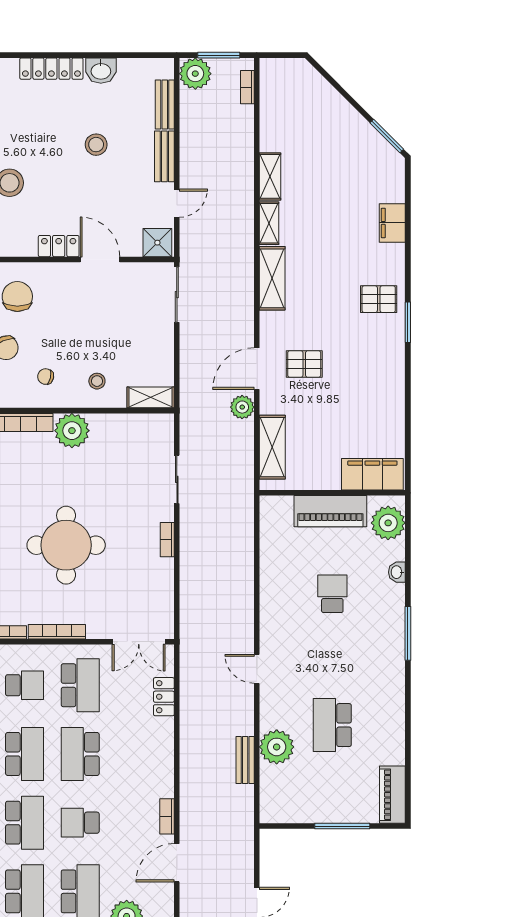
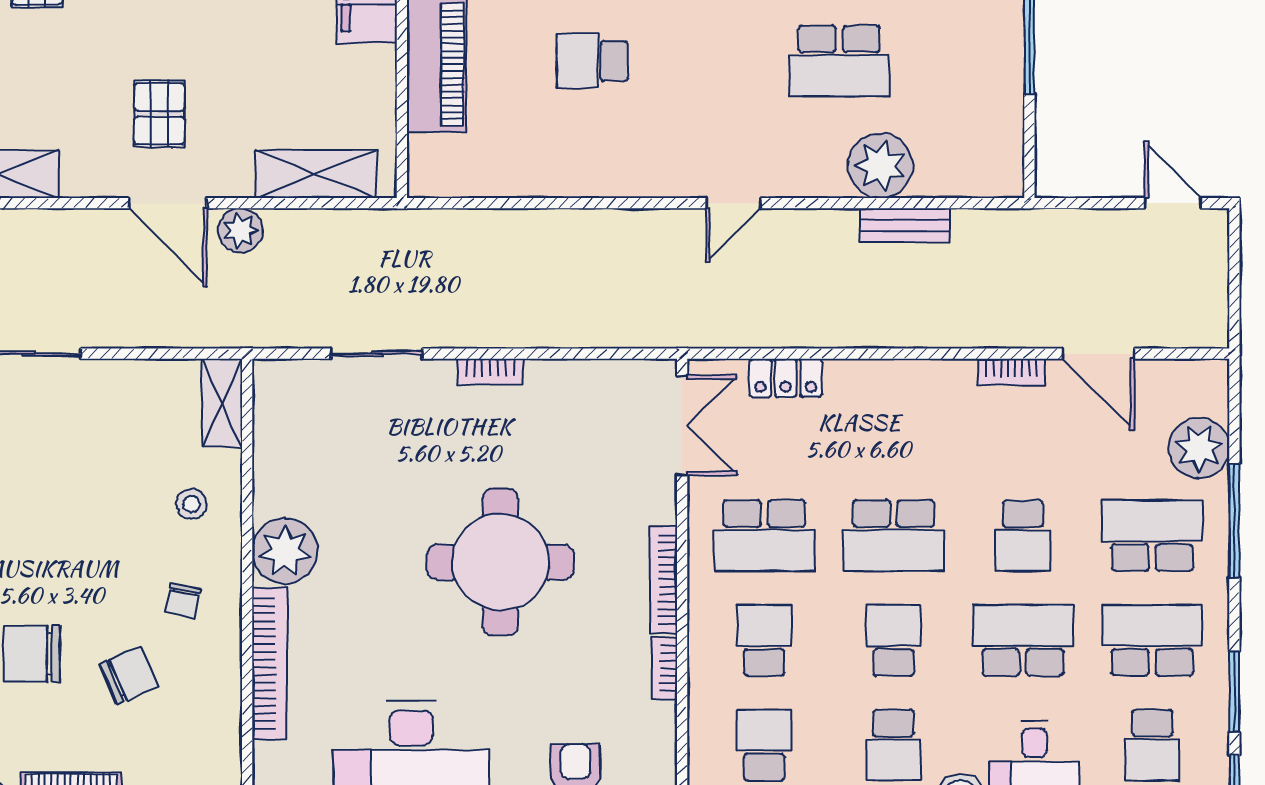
school desk: (80, 685) -> (764, 536), turned 180
school desk: (25, 754) -> (894, 640), width x0.54

